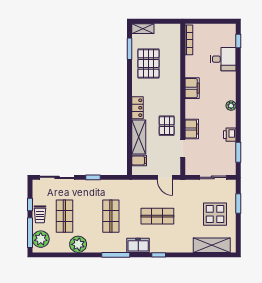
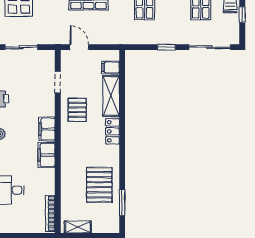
shelving: (143, 29) -> (78, 227), moved
filing cabinet: (192, 129) -> (47, 129), moved

